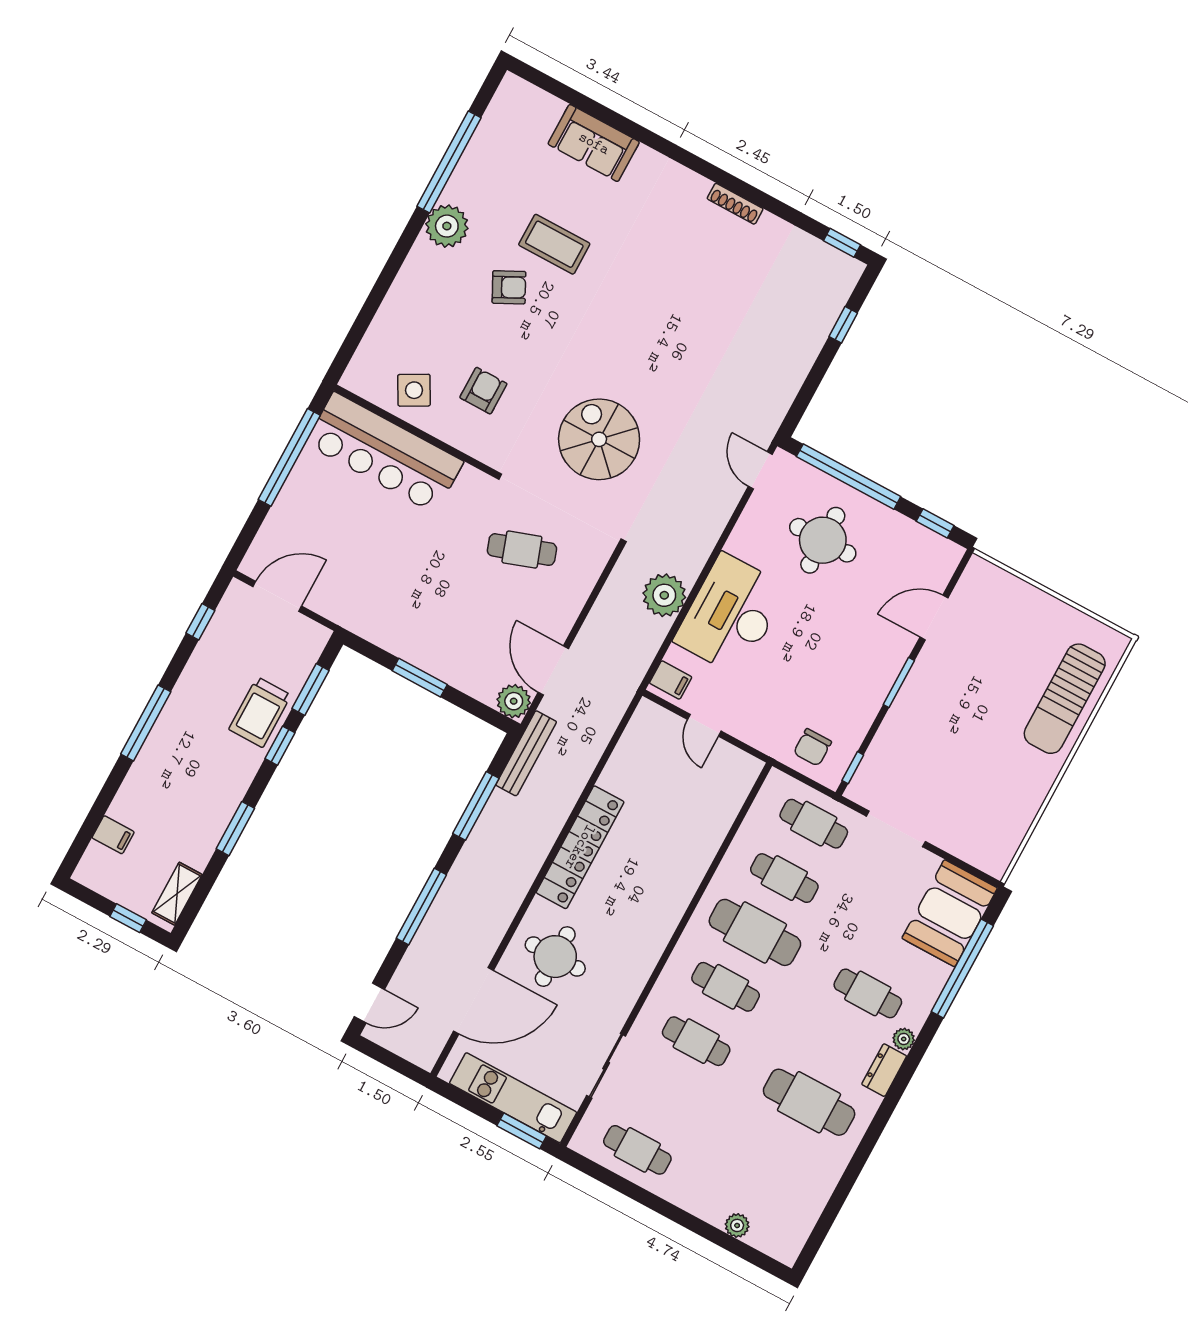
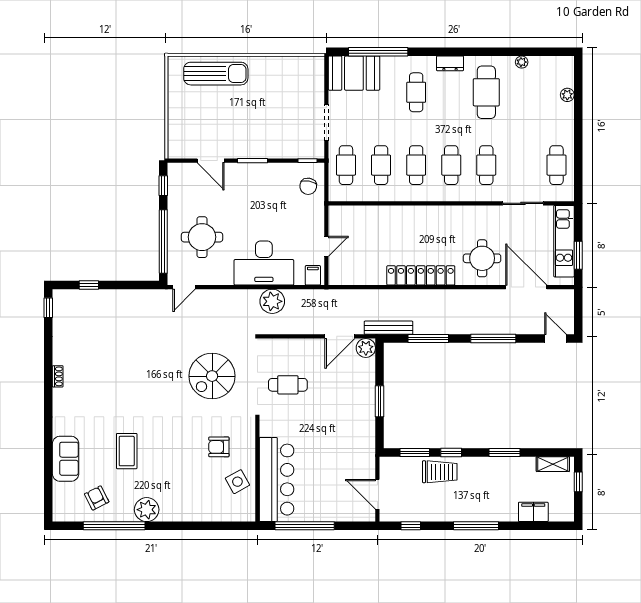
shoe rack: (735, 204) -> (58, 376), width x0.70
armchair: (509, 287) -> (97, 498), moved
cafe table: (522, 550) -> (288, 385), turned -71
chair: (812, 747) -> (308, 186), turned 100
filing cabinet: (113, 835) -> (533, 512), width x2.00
cafe table: (755, 932) -> (416, 165), width x0.73, depth x0.74
plant: (904, 1039) -> (522, 62), moved
window: (522, 1131) -> (578, 255), moved

